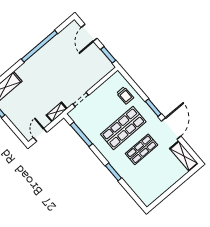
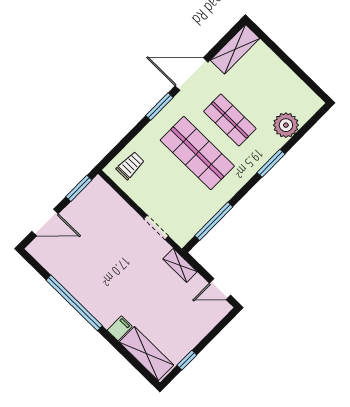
filing cabinet: (22, 72) -> (120, 328), added
trolley: (125, 95) -> (130, 166), moved
plant: (136, 183) -> (286, 125), added

